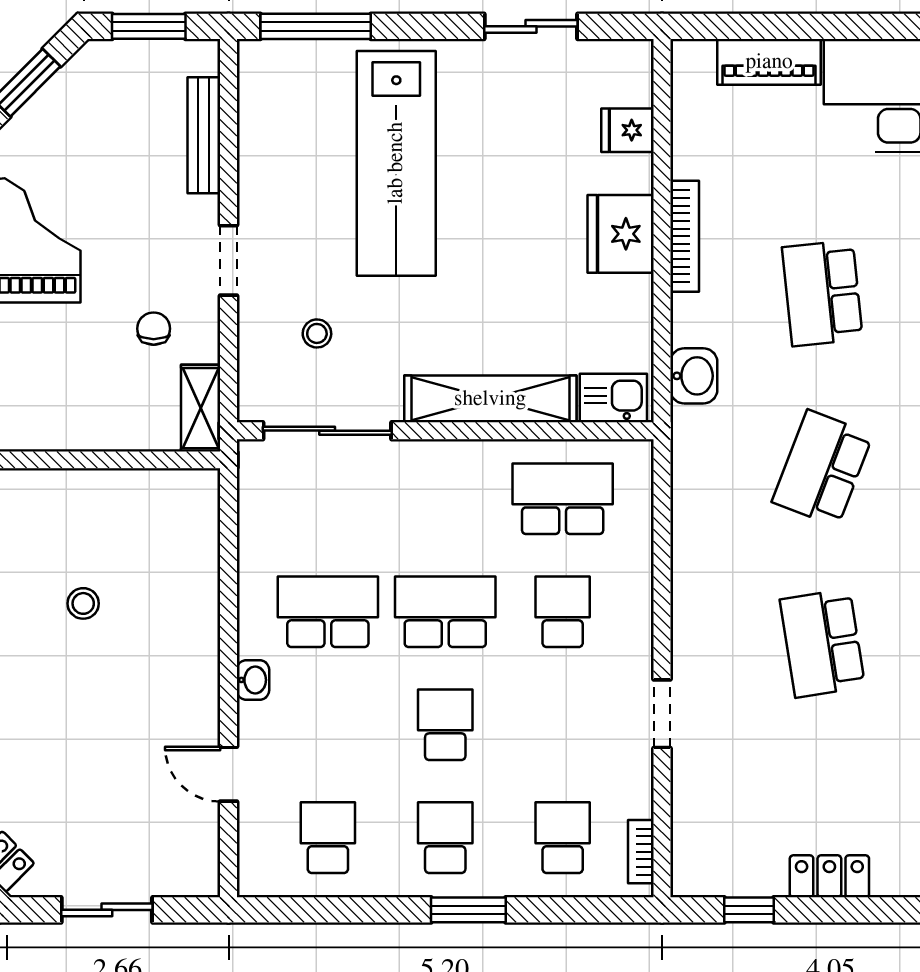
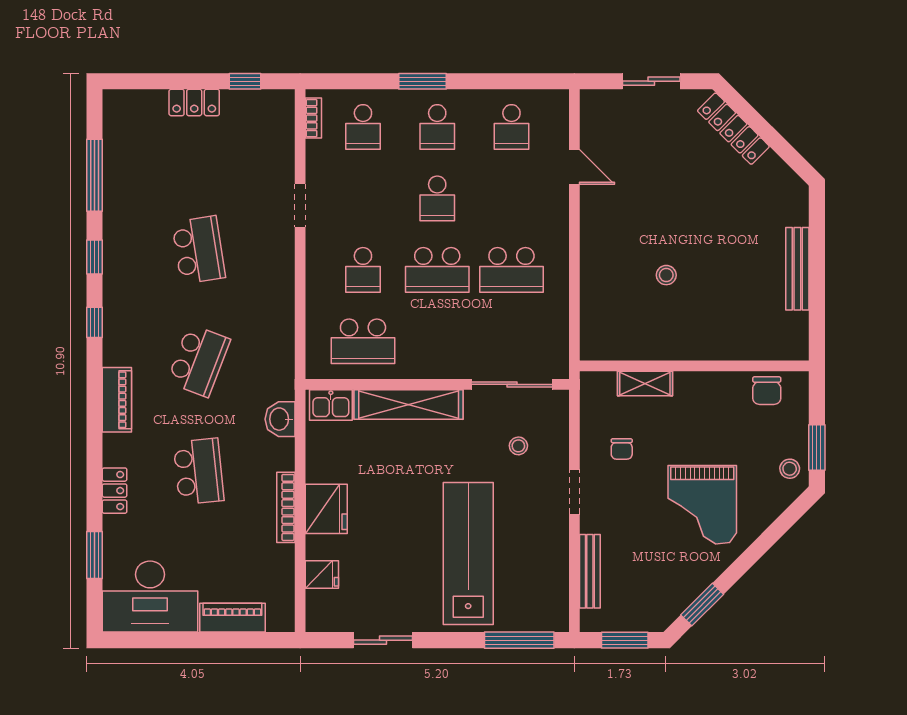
shelving: (201, 408) -> (645, 384), moved, turned 90
washbasin: (253, 680) -> (559, 227), removed

